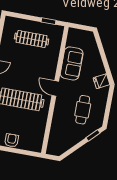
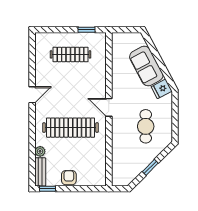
sofa: (72, 63) -> (146, 66), moved, turned 152
window: (93, 135) -> (150, 167), moved

